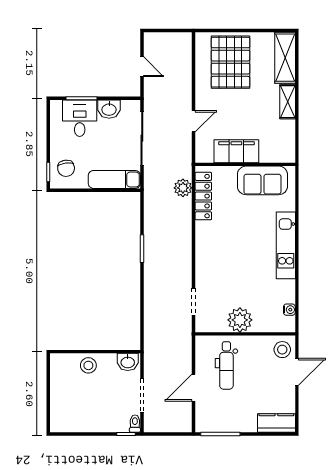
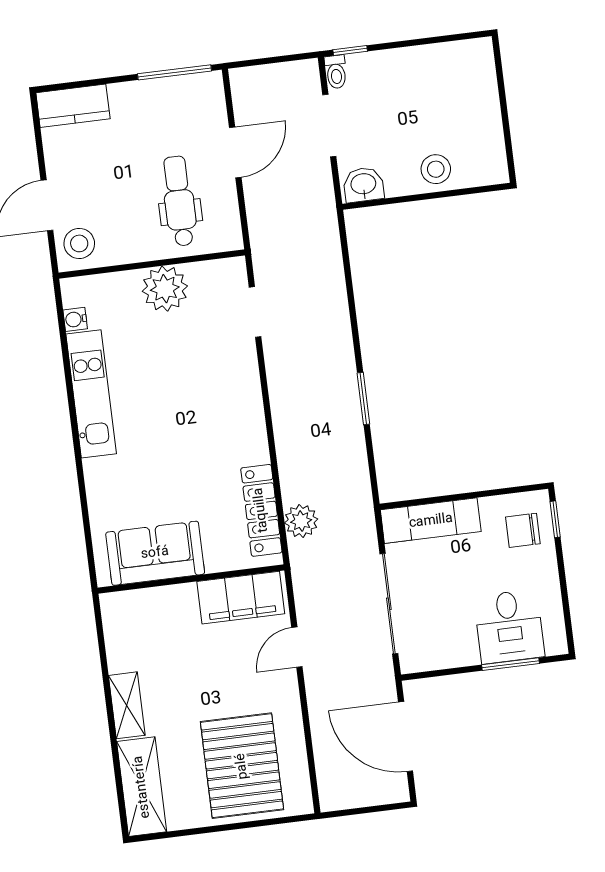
door: (142, 67) -> (405, 737), width x1.87
washbasin: (109, 109) -> (457, 650), removed
filing cabinet: (236, 151) -> (241, 598), moved
chair: (66, 168) -> (523, 530), turned -82
kitchen unit: (286, 245) -> (91, 394), moved

